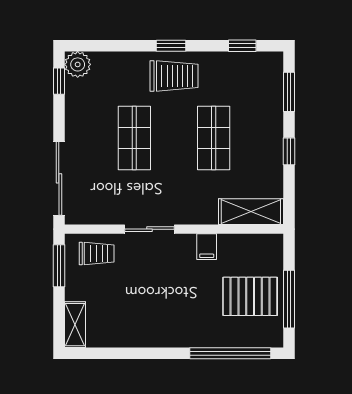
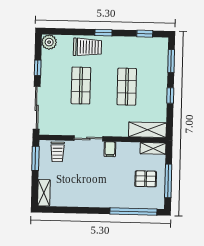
trolley: (174, 76) -> (87, 47), moved
window: (59, 81) -> (38, 68), moved
shelving: (261, 244) -> (153, 148), added
filing cabinet: (207, 247) -> (110, 149), moved
trolley: (97, 254) -> (57, 152), turned 90
pallet: (250, 296) -> (146, 179), width x0.67, depth x0.71

